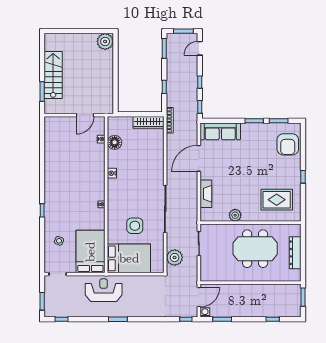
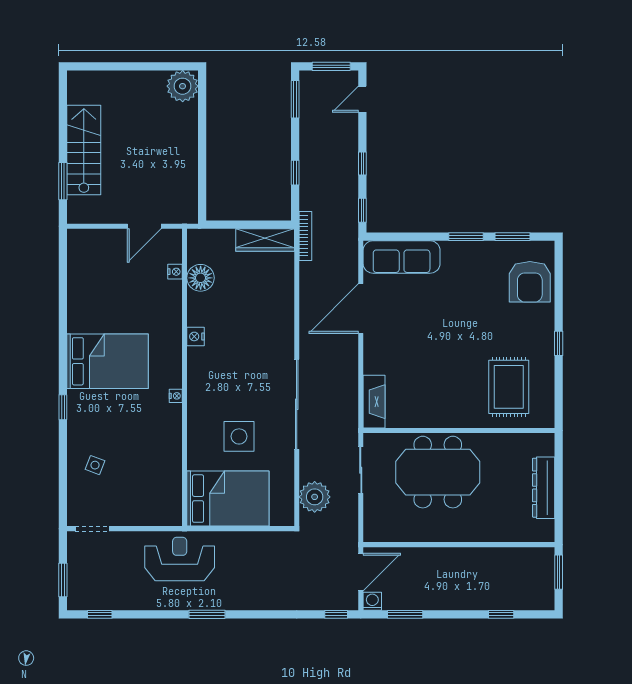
fireplace: (206, 194) -> (374, 402), moved
rug: (277, 200) -> (509, 387), turned 90
plant: (235, 215) -> (430, 416), removed
meeting table: (255, 249) -> (438, 472), moved
bed: (90, 252) -> (108, 361), moved, turned 90

